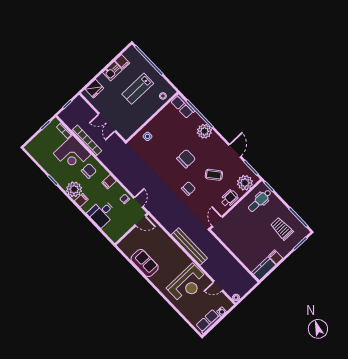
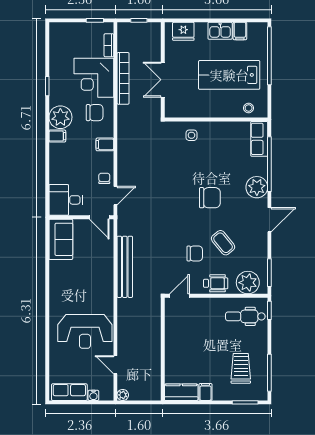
lab bench: (138, 89) -> (229, 75), width x1.36, depth x1.39
door: (235, 151) -> (269, 220), moved
chair: (188, 188) -> (195, 253), moved
desk: (102, 213) -> (66, 200), moved
bench: (189, 246) -> (125, 267), moved
sofa: (145, 263) -> (61, 239), moved

